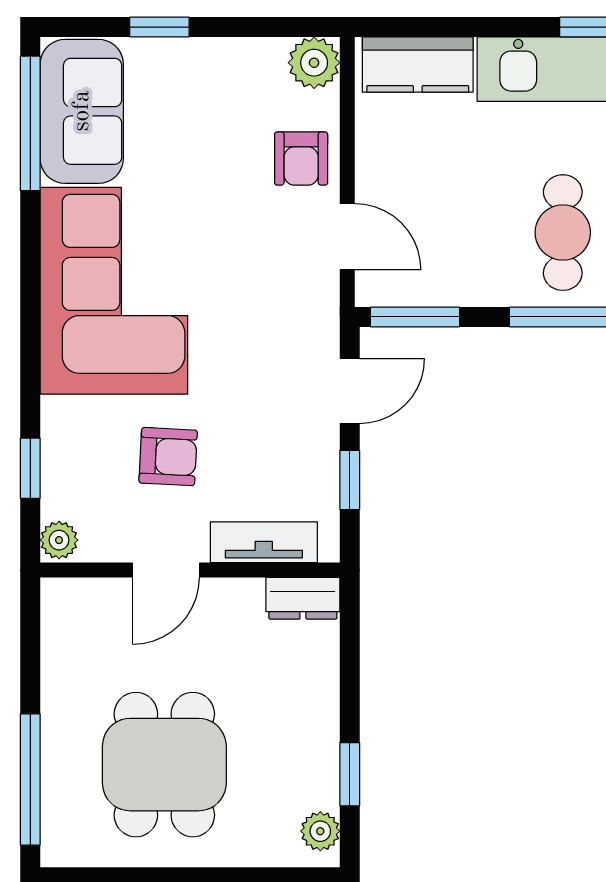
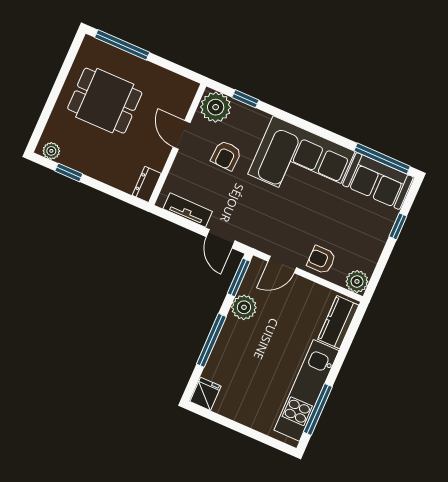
cafe table: (563, 233) -> (247, 351), removed
plant: (473, 278) -> (244, 307), added
window: (350, 480) -> (185, 223), removed
plant: (59, 540) -> (216, 107), width x1.88, depth x1.88
tv unit: (264, 542) -> (188, 210), moved, turned -90

